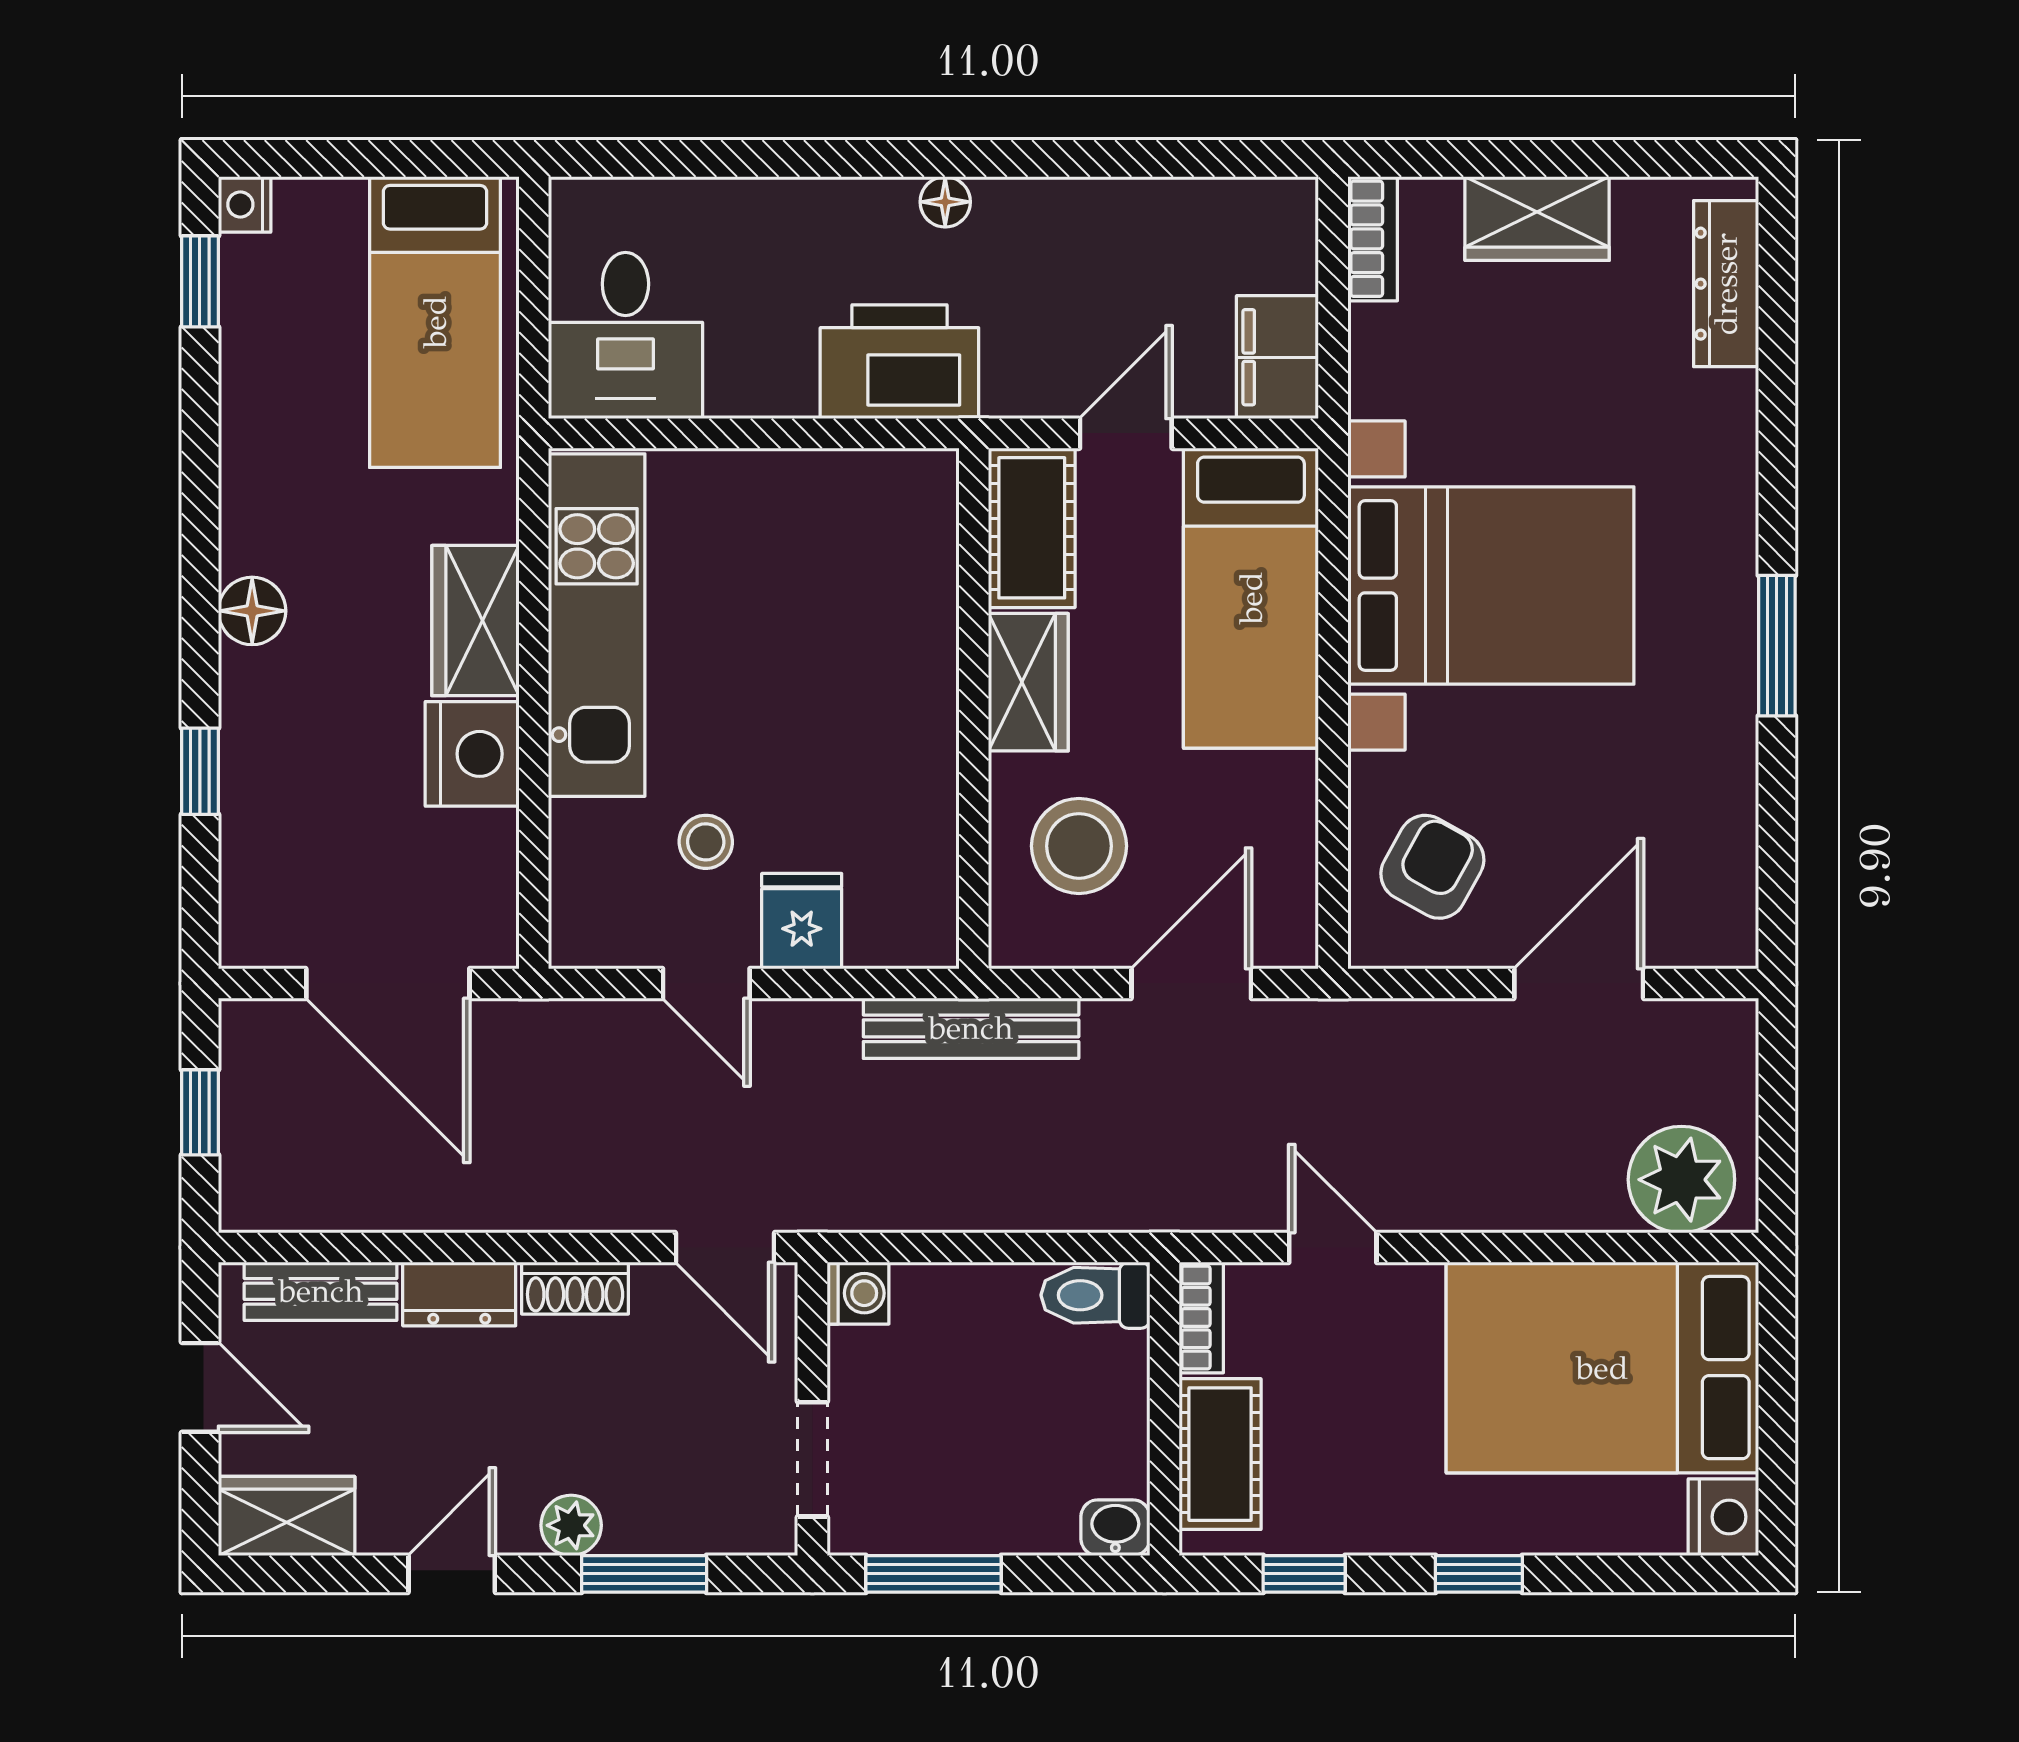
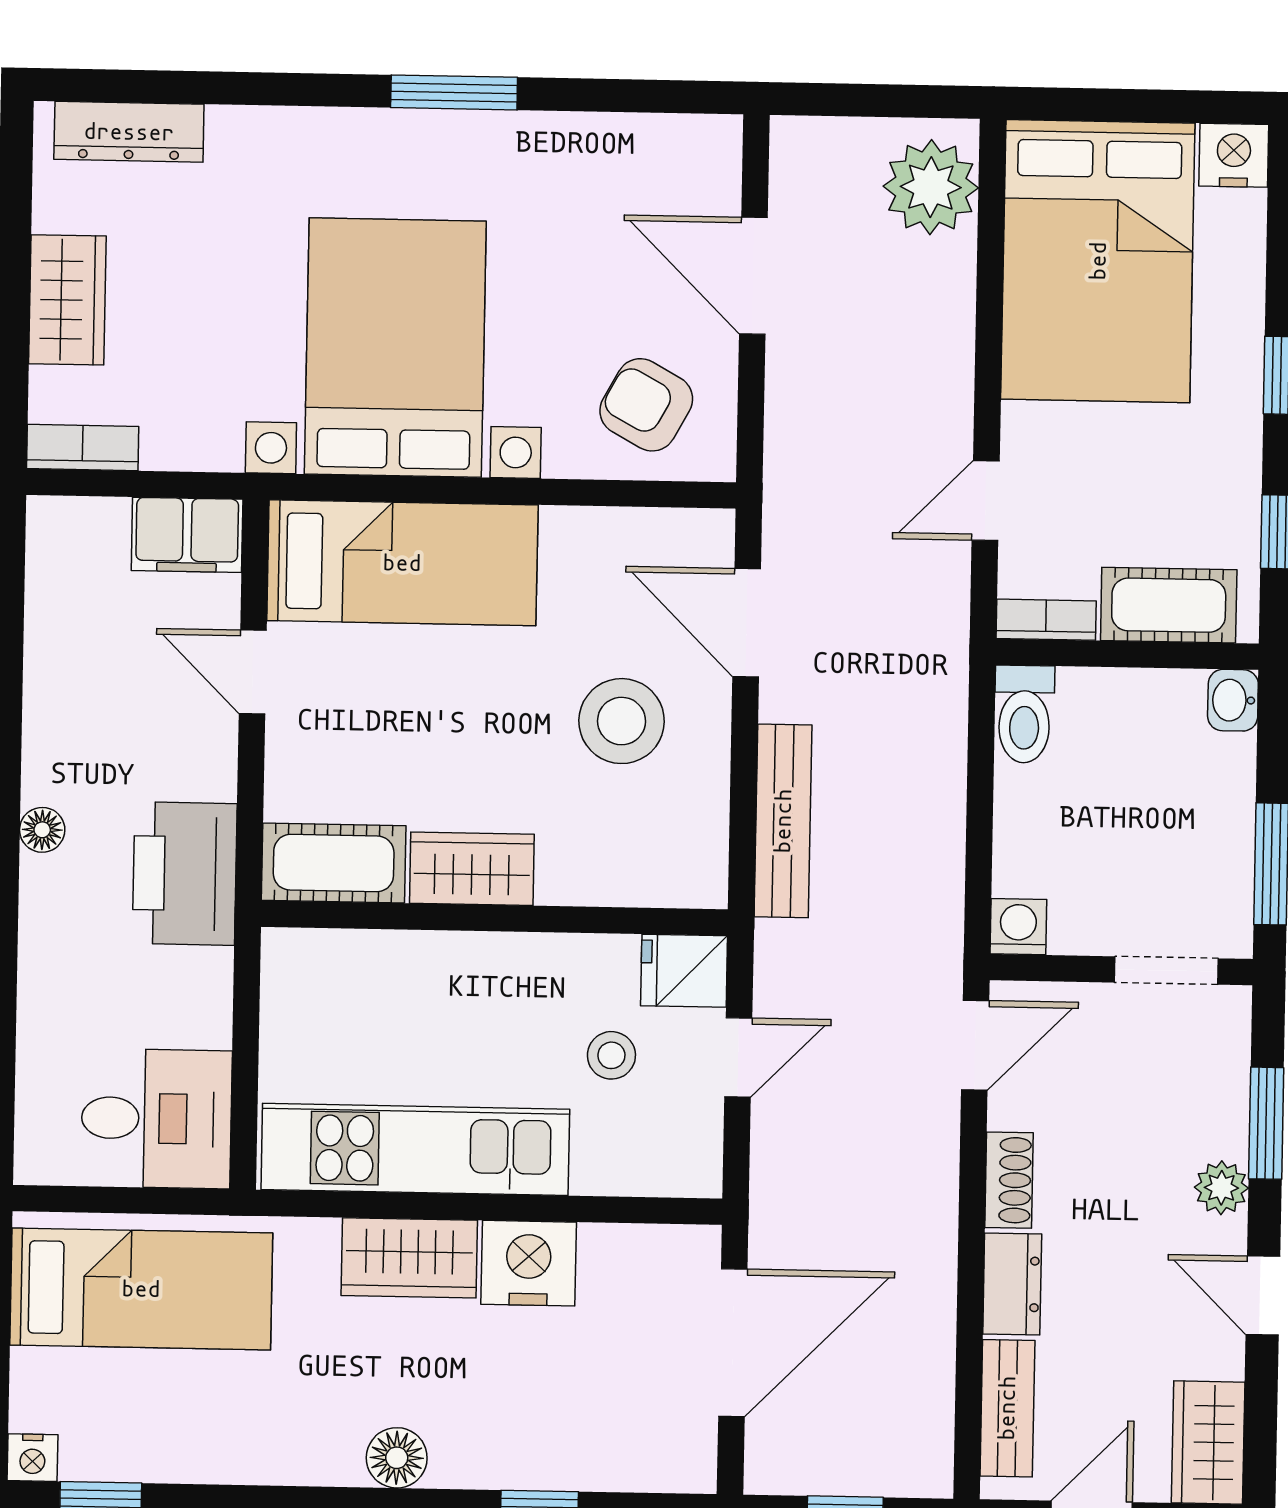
cot: (1032, 528) -> (334, 863), moved
wardrobe: (1028, 682) -> (472, 869), moved
wall: (974, 708) -> (494, 918), moved

